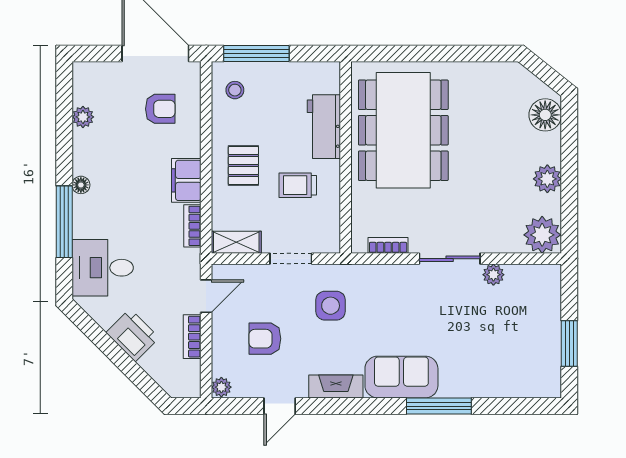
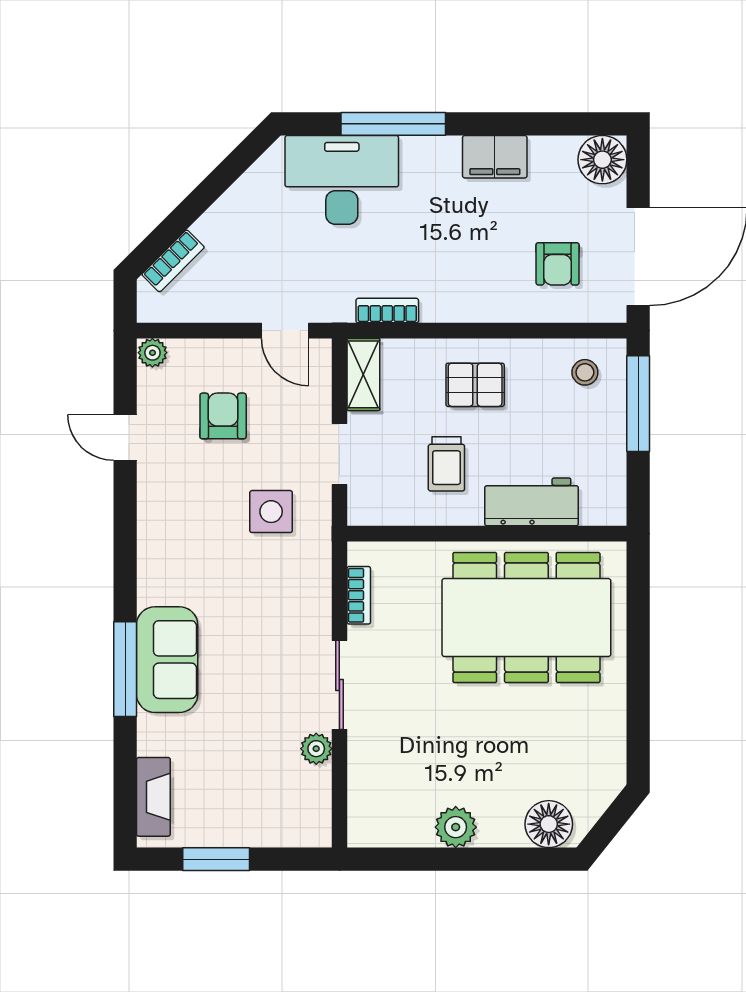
plant: (83, 117) -> (546, 151), removed
filing cabinet: (186, 180) -> (495, 157), moved, turned 180
floor lamp: (81, 185) -> (602, 160), moved, width x1.89, depth x1.89
trolley: (298, 185) -> (446, 464), turned 180
plant: (542, 235) -> (374, 820), removed
desk: (103, 268) -> (342, 180), width x1.37
printer: (133, 335) -> (228, 223), removed
bookcase: (192, 337) -> (173, 261), moved, turned 135
sofa: (401, 377) -> (167, 660), moved
fireplace: (336, 387) -> (153, 797), moved

